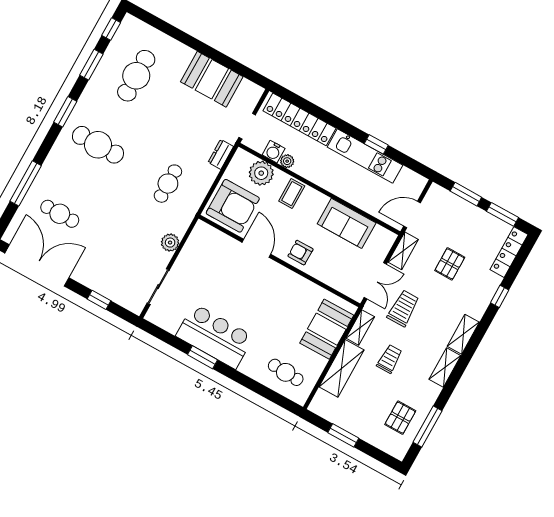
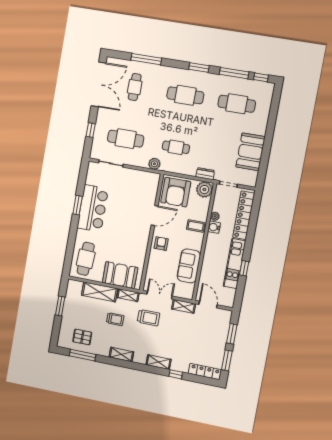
window: (91, 65) -> (234, 73), width x1.44
cafe table: (98, 145) -> (185, 95), turned 90
water cooler: (274, 152) -> (214, 227), moved
plant: (261, 173) -> (204, 189), moved
plant: (170, 243) -> (154, 164), moved
cafe table: (130, 253) -> (126, 139), added
pallet: (450, 264) -> (185, 337), removed
double door: (375, 281) -> (159, 295), swing flipped
shelving: (463, 334) -> (159, 362), moved
cafe table: (286, 372) -> (86, 259), width x1.37, depth x1.35

